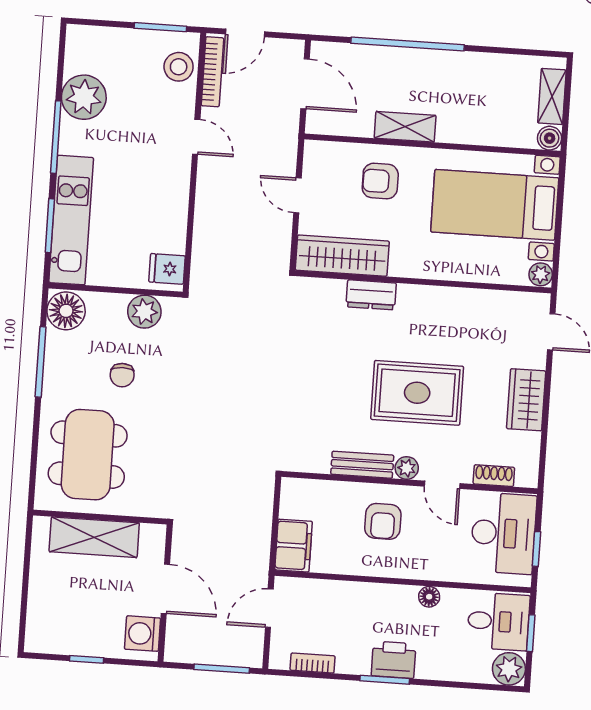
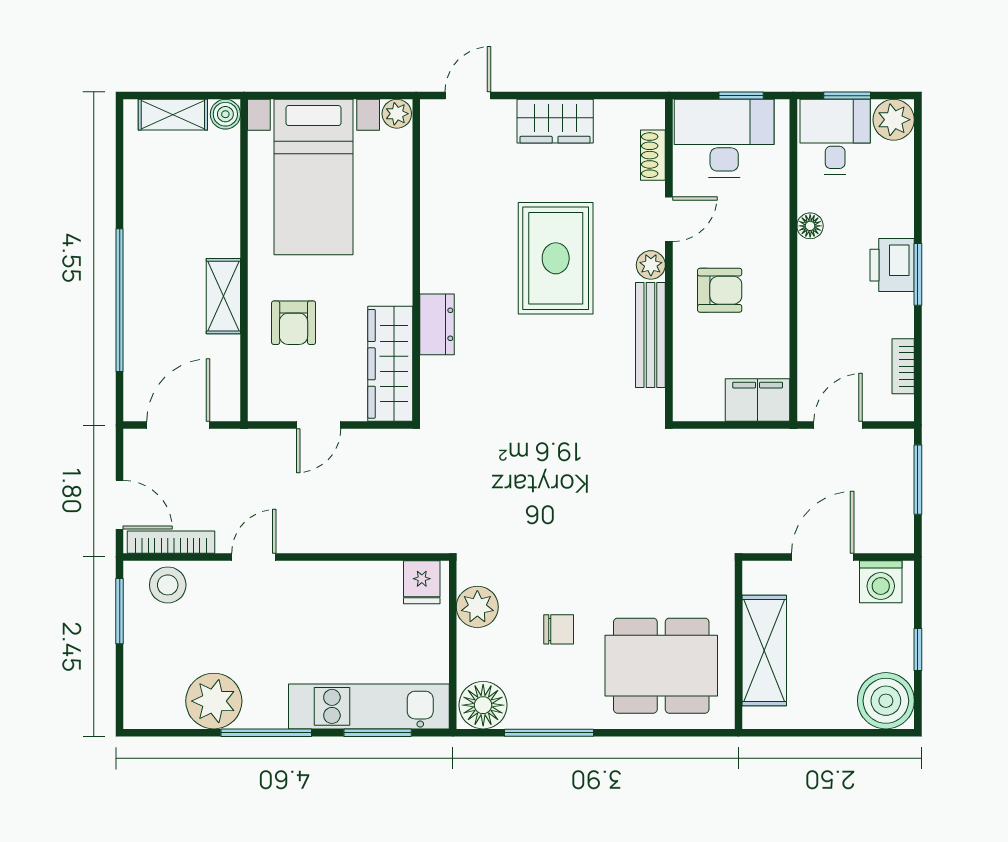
bench: (362, 465) -> (650, 335), width x1.36
door: (269, 608) -> (838, 425), swing flipped
boiler: (48, 631) -> (886, 701), added

